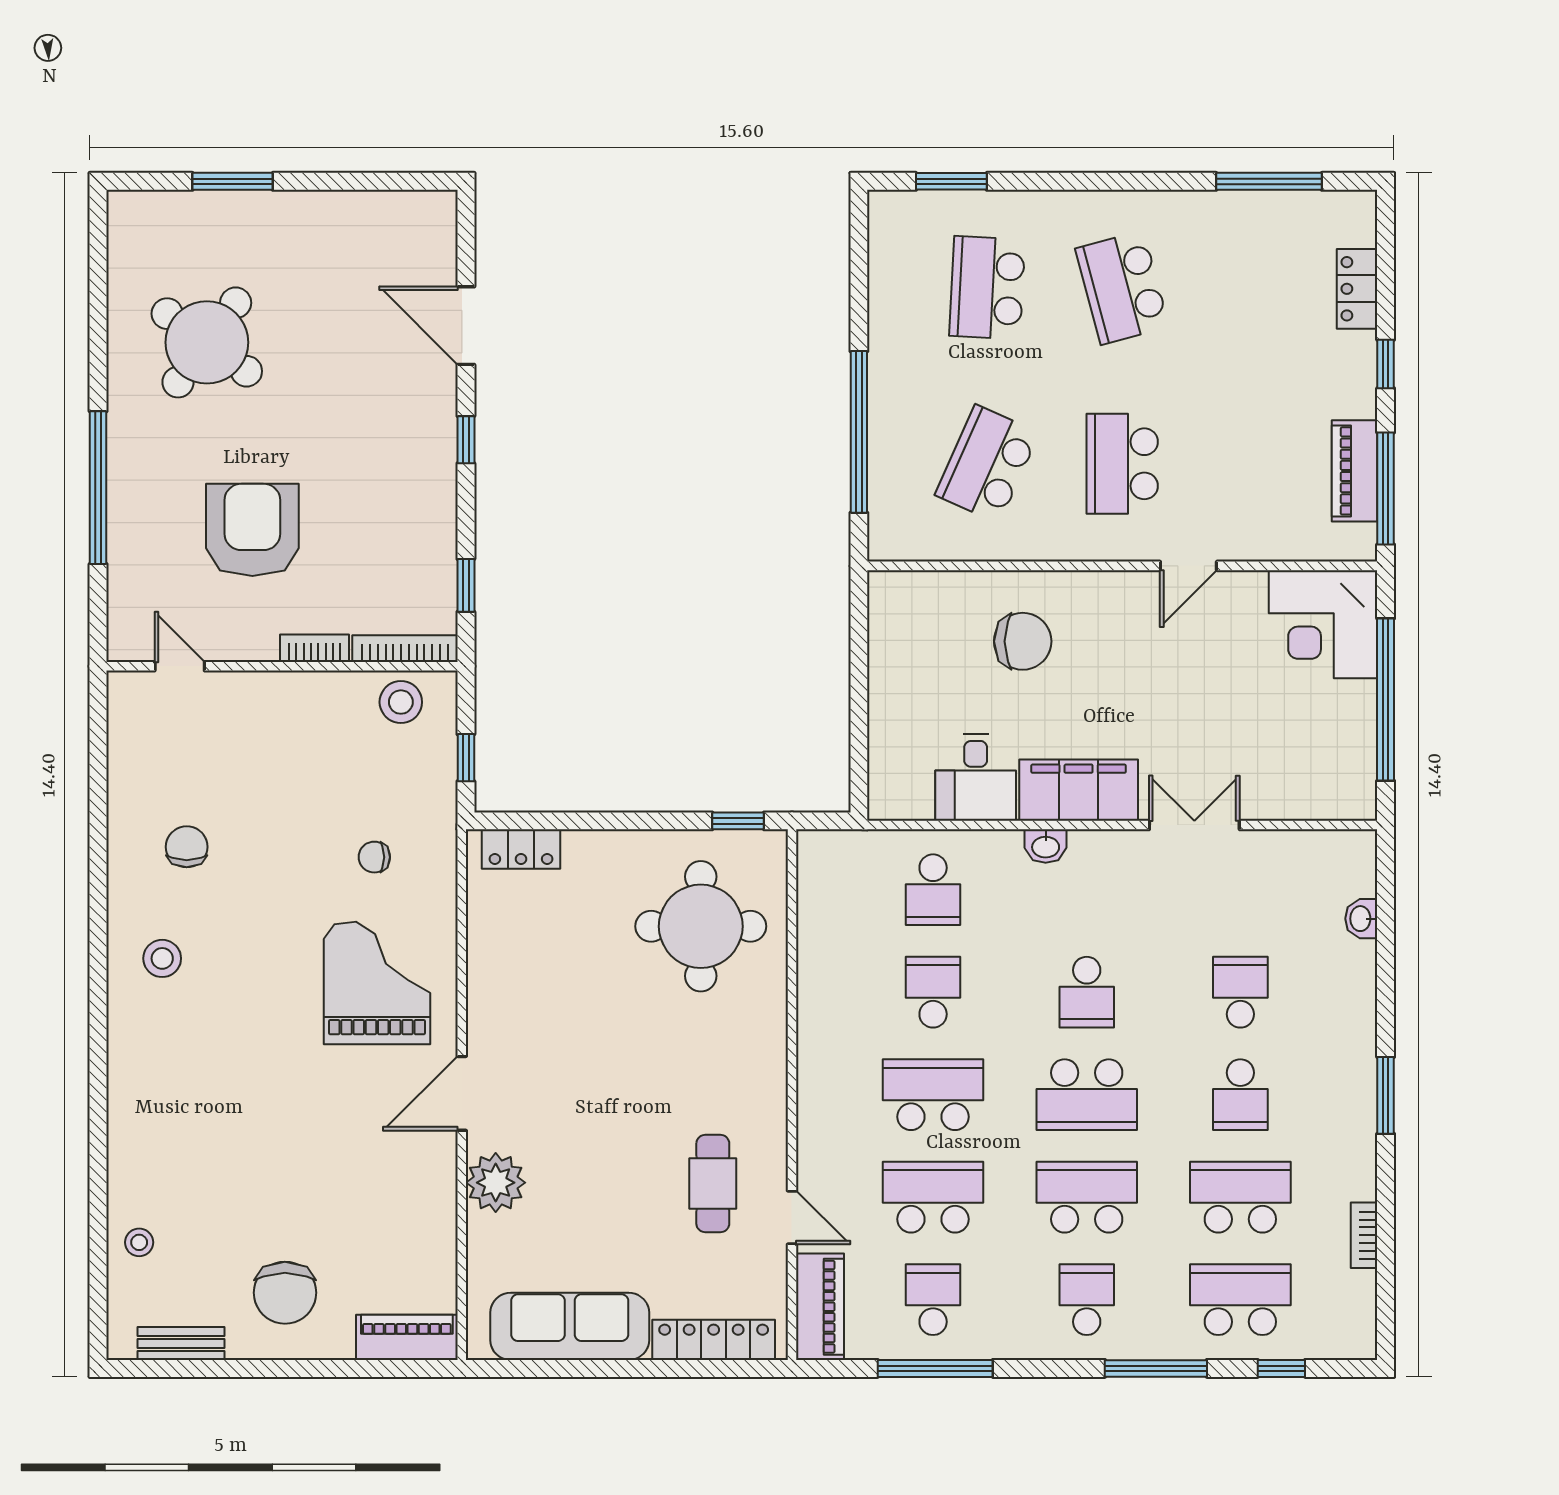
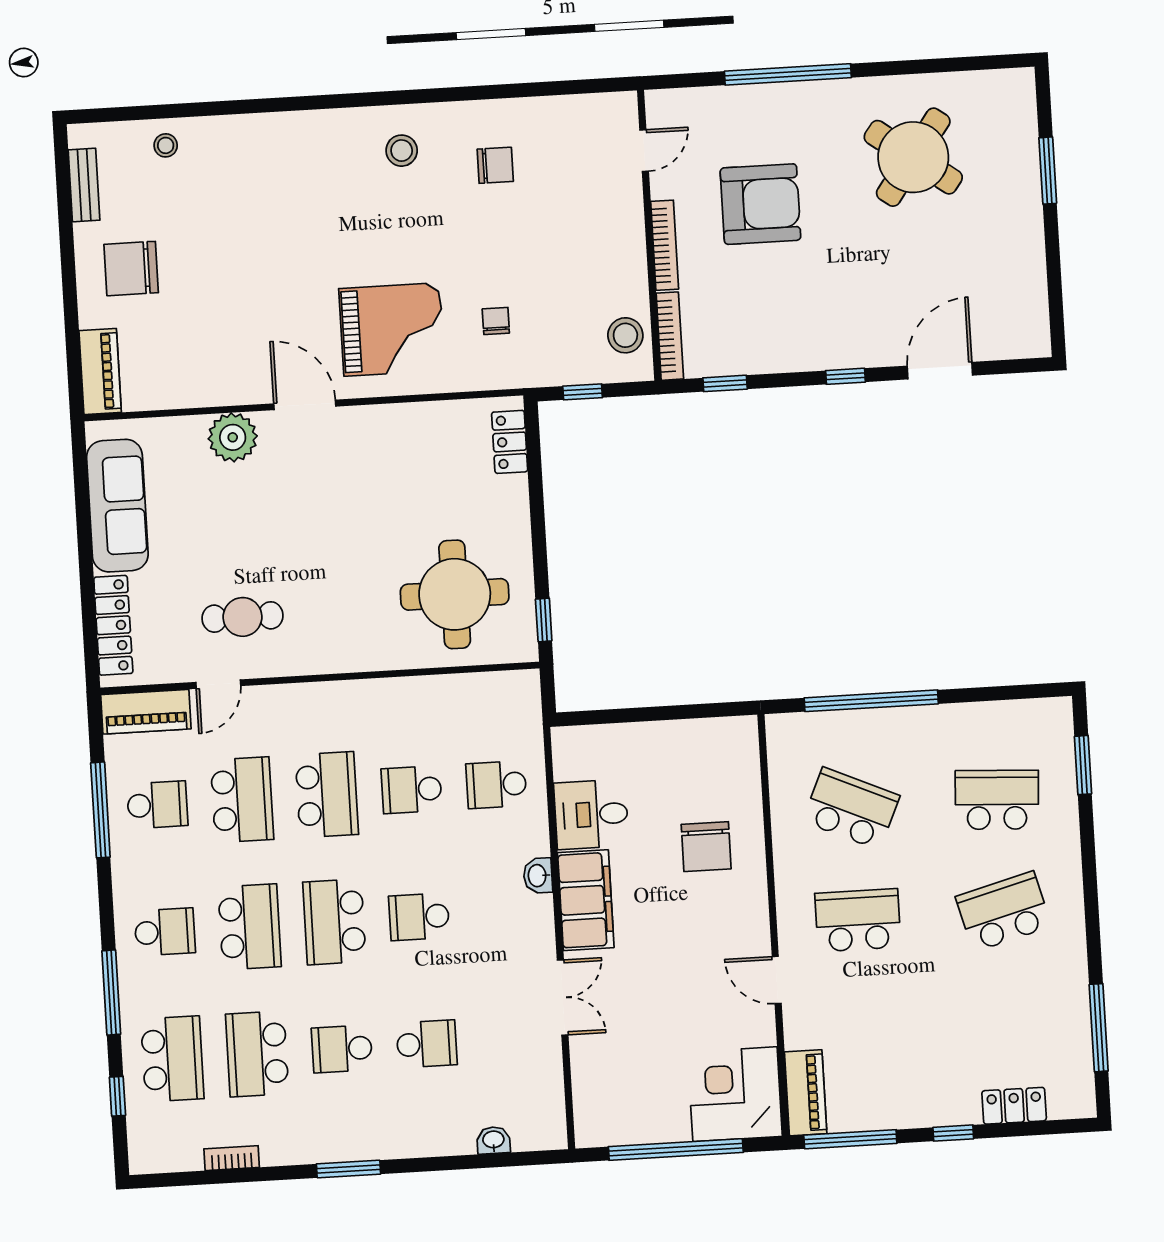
piano: (1354, 471) -> (806, 1093), moved, turned 90
bookcase: (315, 648) -> (665, 245), width x1.56
school desk: (933, 992) -> (412, 790), turned 180
school desk: (1240, 1197) -> (257, 1054), turned 180

